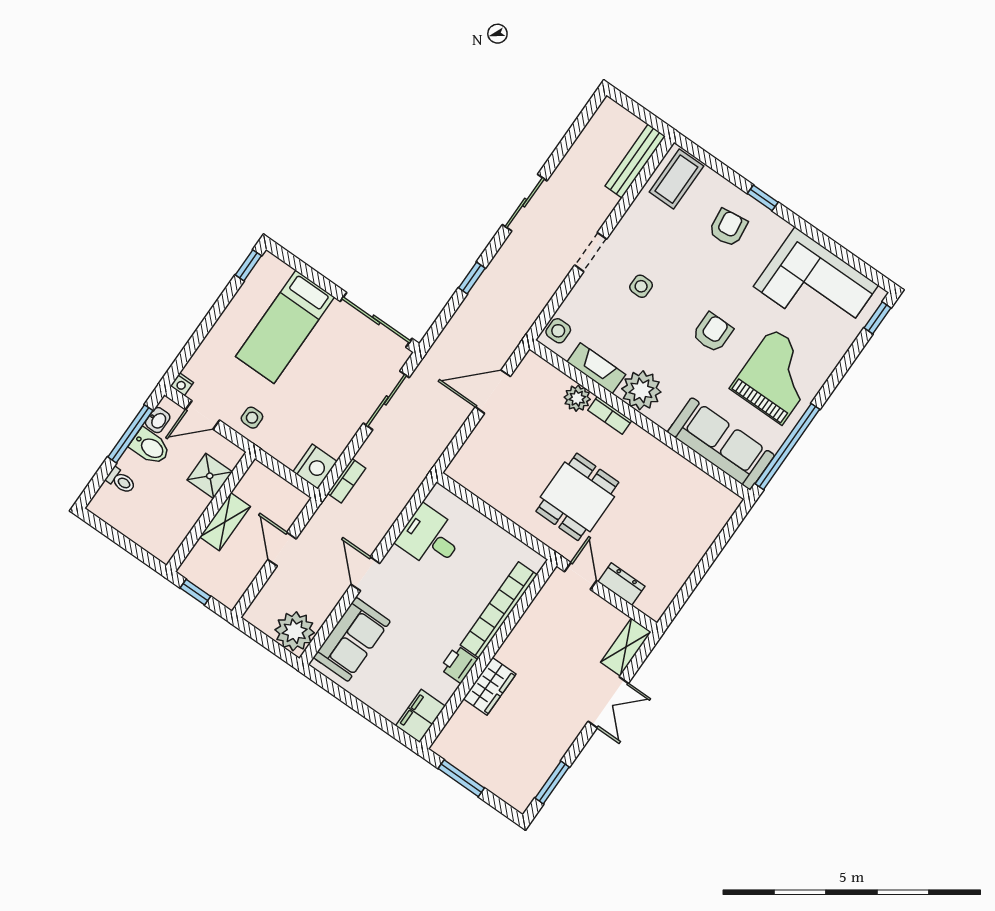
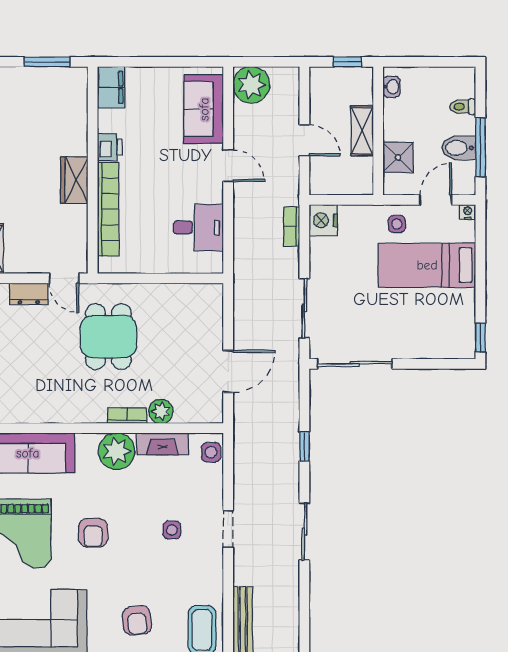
bed: (285, 327) -> (427, 265), moved, turned -90
washbasin: (158, 420) -> (391, 87), moved, turned 180
wardrobe: (490, 686) -> (74, 180), moved

